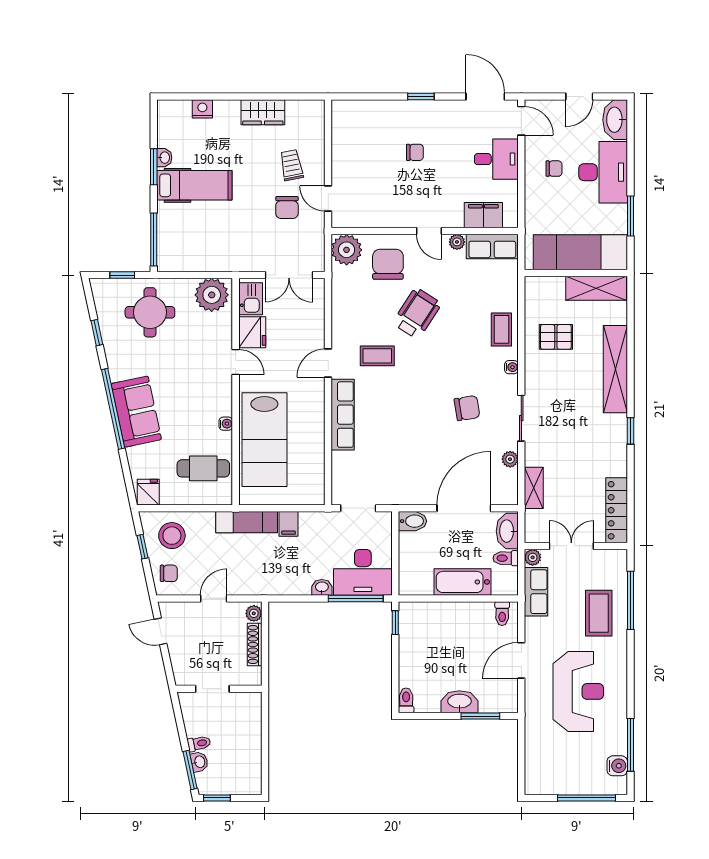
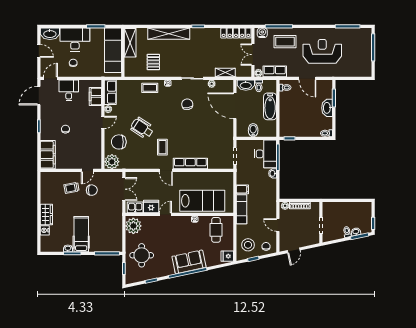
wardrobe: (263, 112) -> (46, 214), moved
filing cabinet: (361, 115) -> (48, 155), added
bidet: (413, 521) -> (253, 130), moved
water cooler: (617, 766) -> (262, 33), moved

